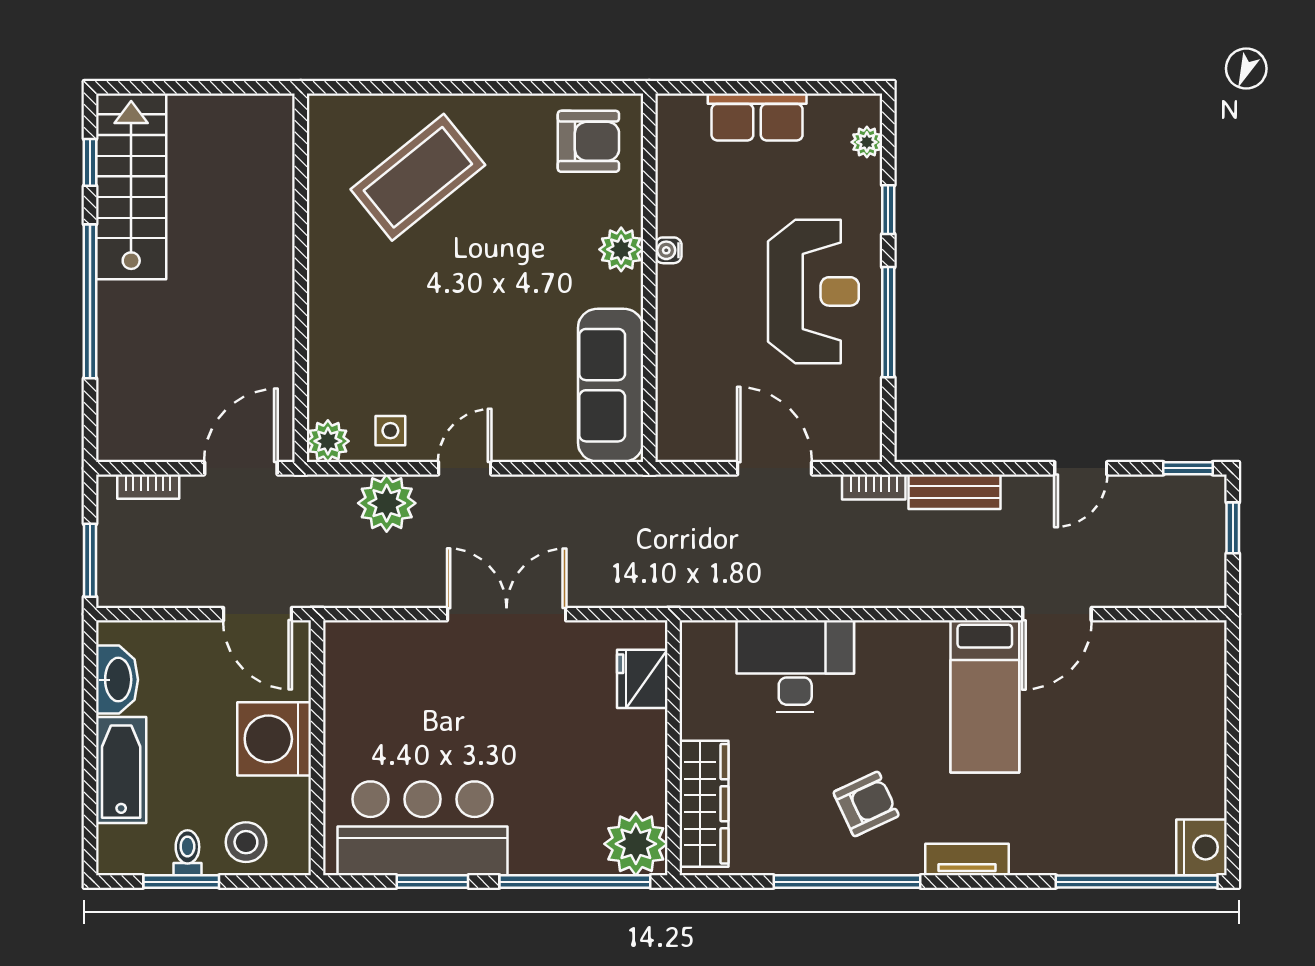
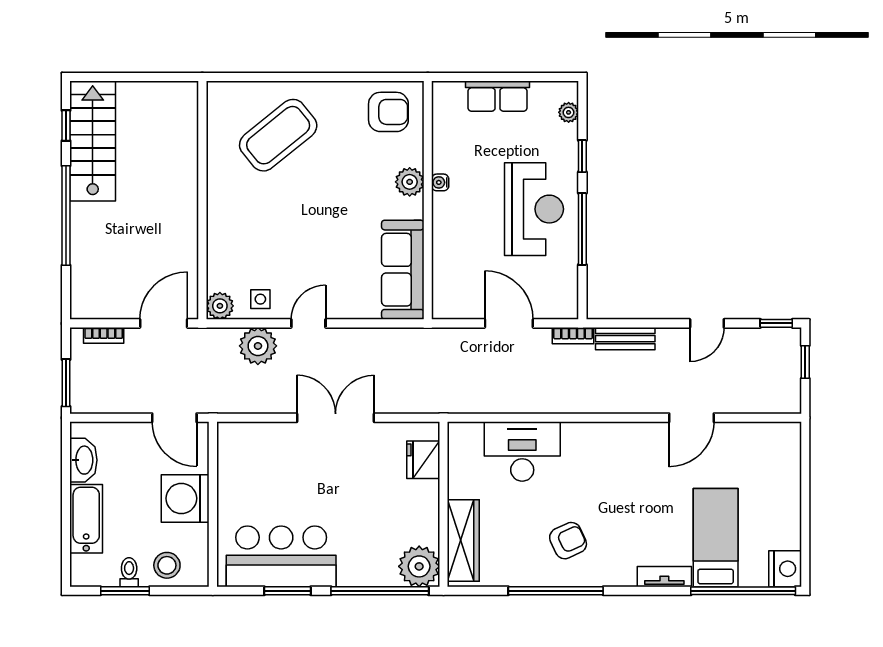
bed: (985, 696) -> (716, 538), moved, turned 180
tv unit: (967, 860) -> (664, 577), moved

